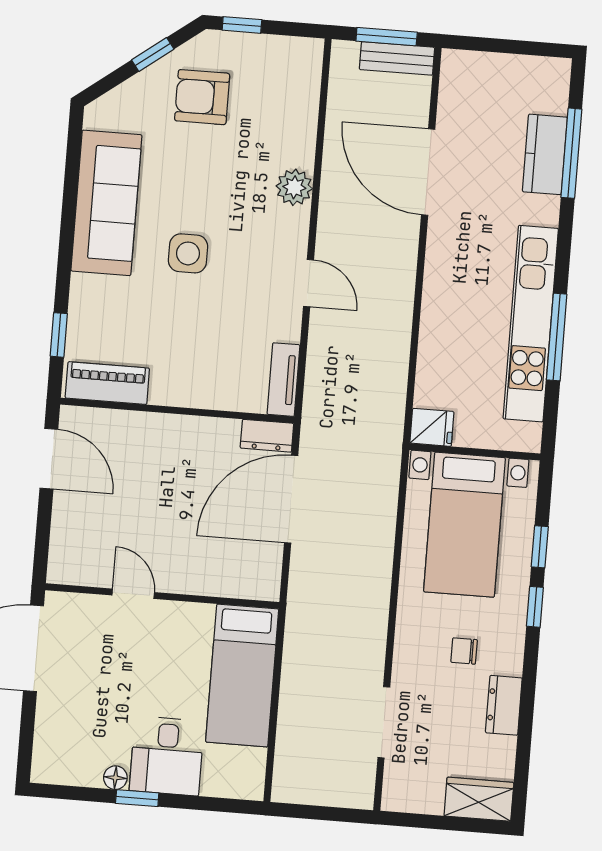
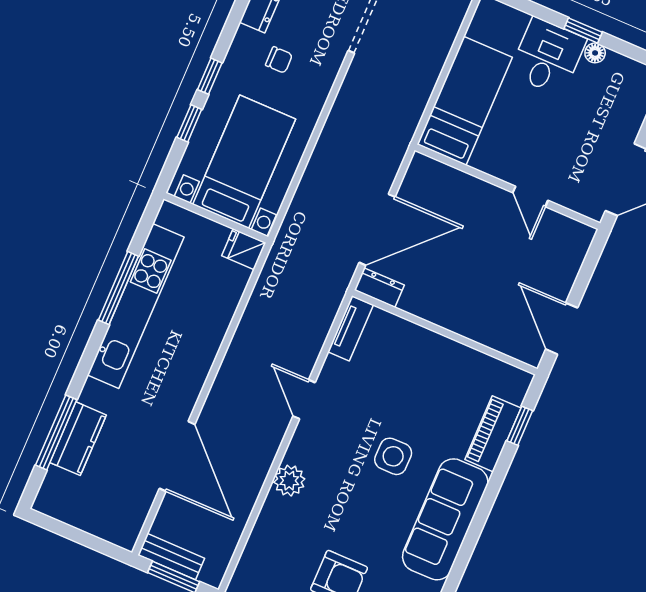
piano: (107, 383) -> (493, 434), moved, turned 90

